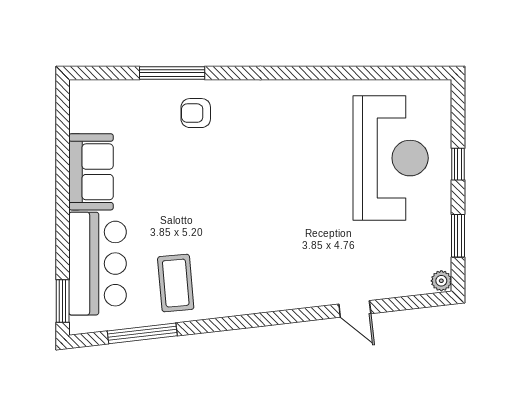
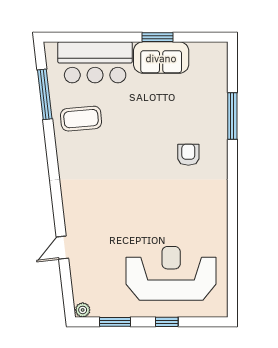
armchair: (196, 113) -> (188, 155), moved
reception desk: (391, 158) -> (171, 273), turned 180
window: (63, 301) -> (158, 37), moved

